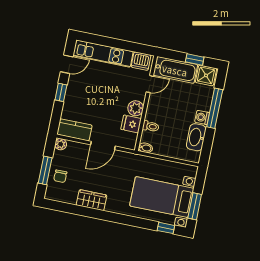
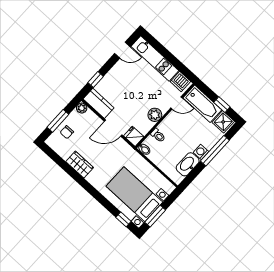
window: (61, 92) -> (96, 80), moved
fridge: (131, 124) -> (134, 136), moved

